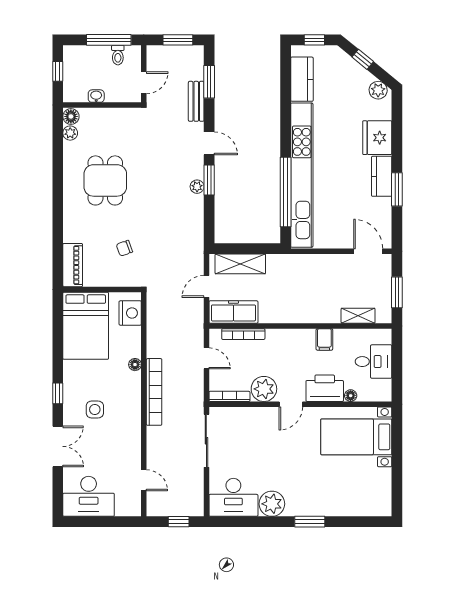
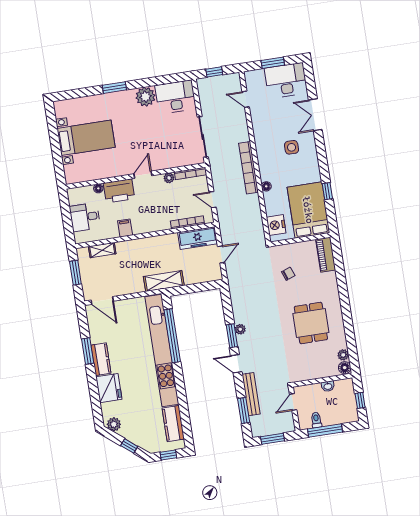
bench: (196, 101) -> (251, 394), width x1.36
shelving: (240, 264) -> (164, 281), moved
plant: (264, 389) -> (169, 178), width x0.53, depth x0.53
window: (58, 393) -> (327, 191), moved
bed with nightstands: (356, 437) -> (86, 138), moved
window: (102, 522) -> (273, 63), added

